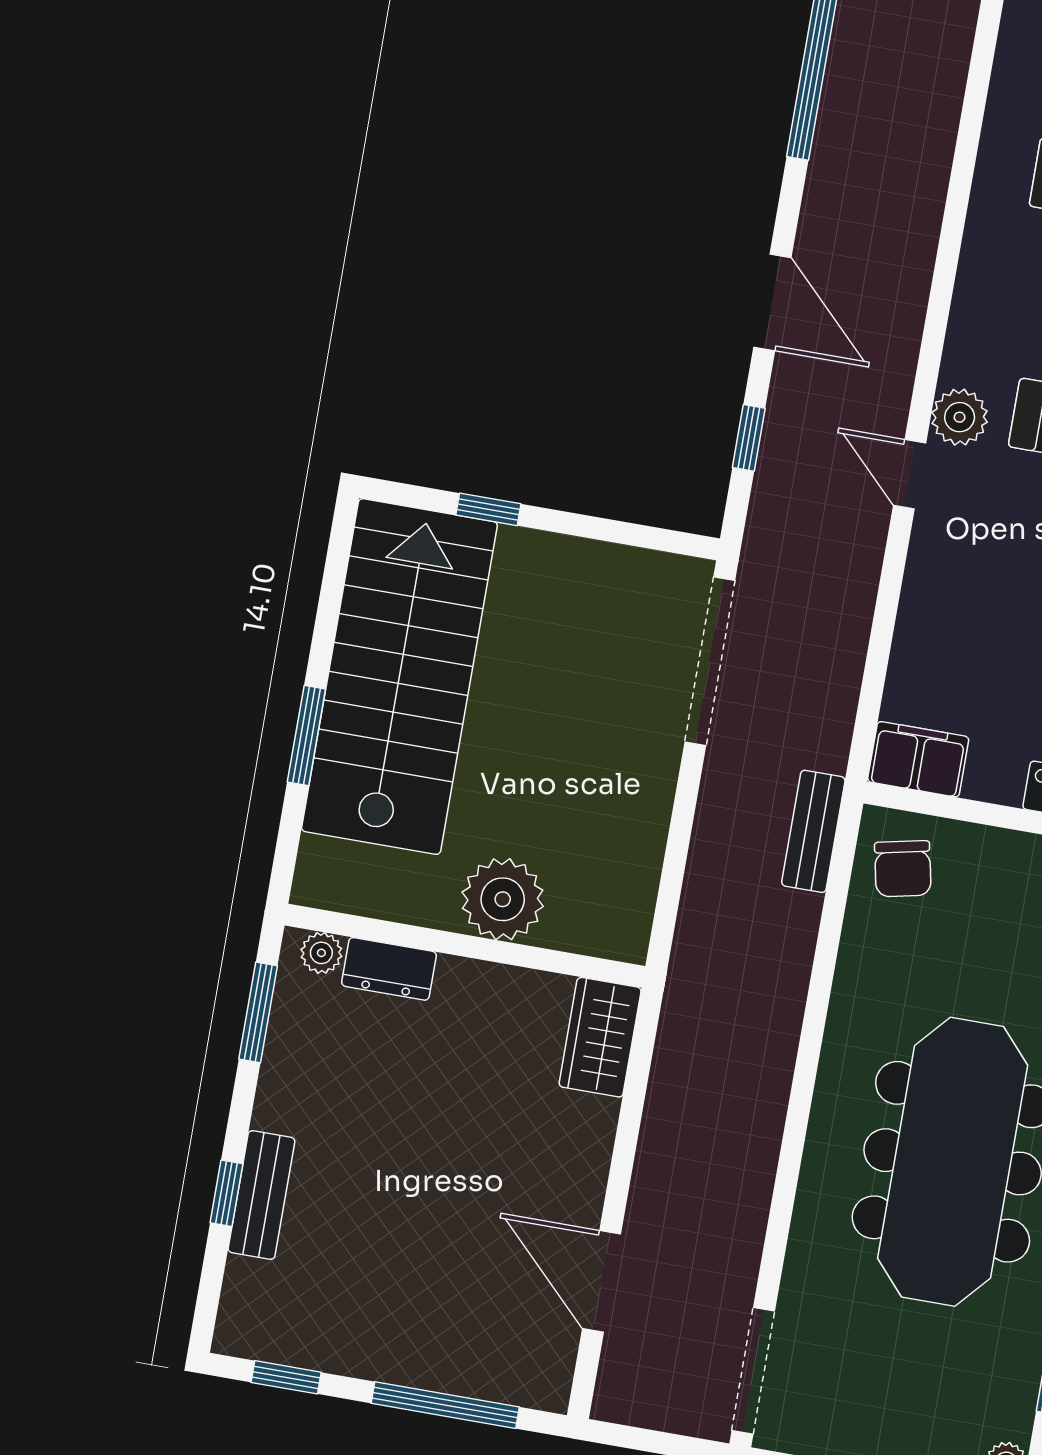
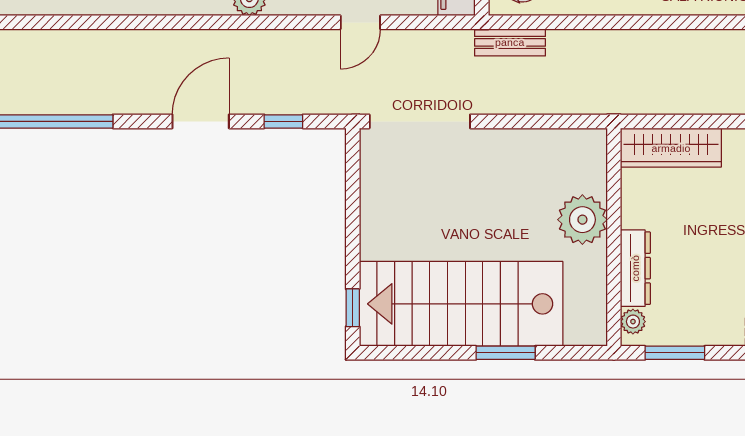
door: (910, 474) -> (360, 22), moved
window: (488, 509) -> (353, 308), moved
dresser: (389, 969) -> (635, 268), width x1.44
wardrobe: (600, 1037) -> (671, 148), width x1.50

